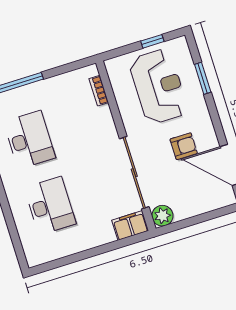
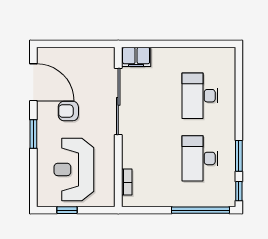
window: (203, 78) -> (33, 134), moved
plant: (162, 216) -> (106, 57), removed

